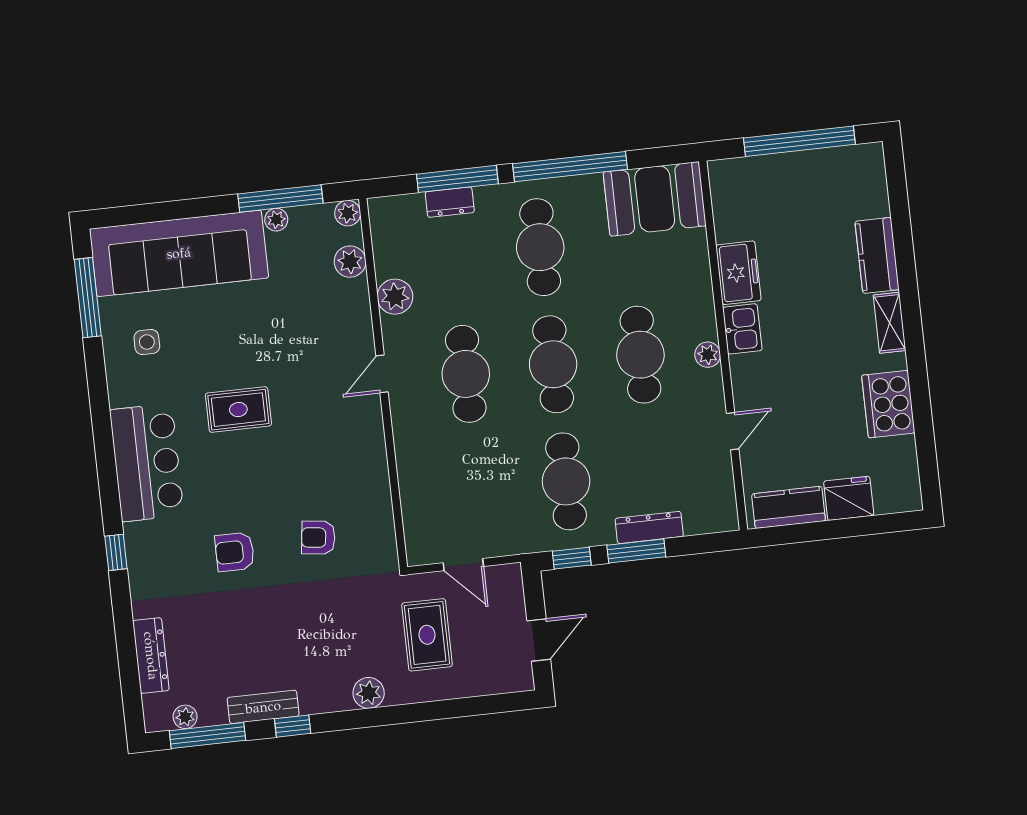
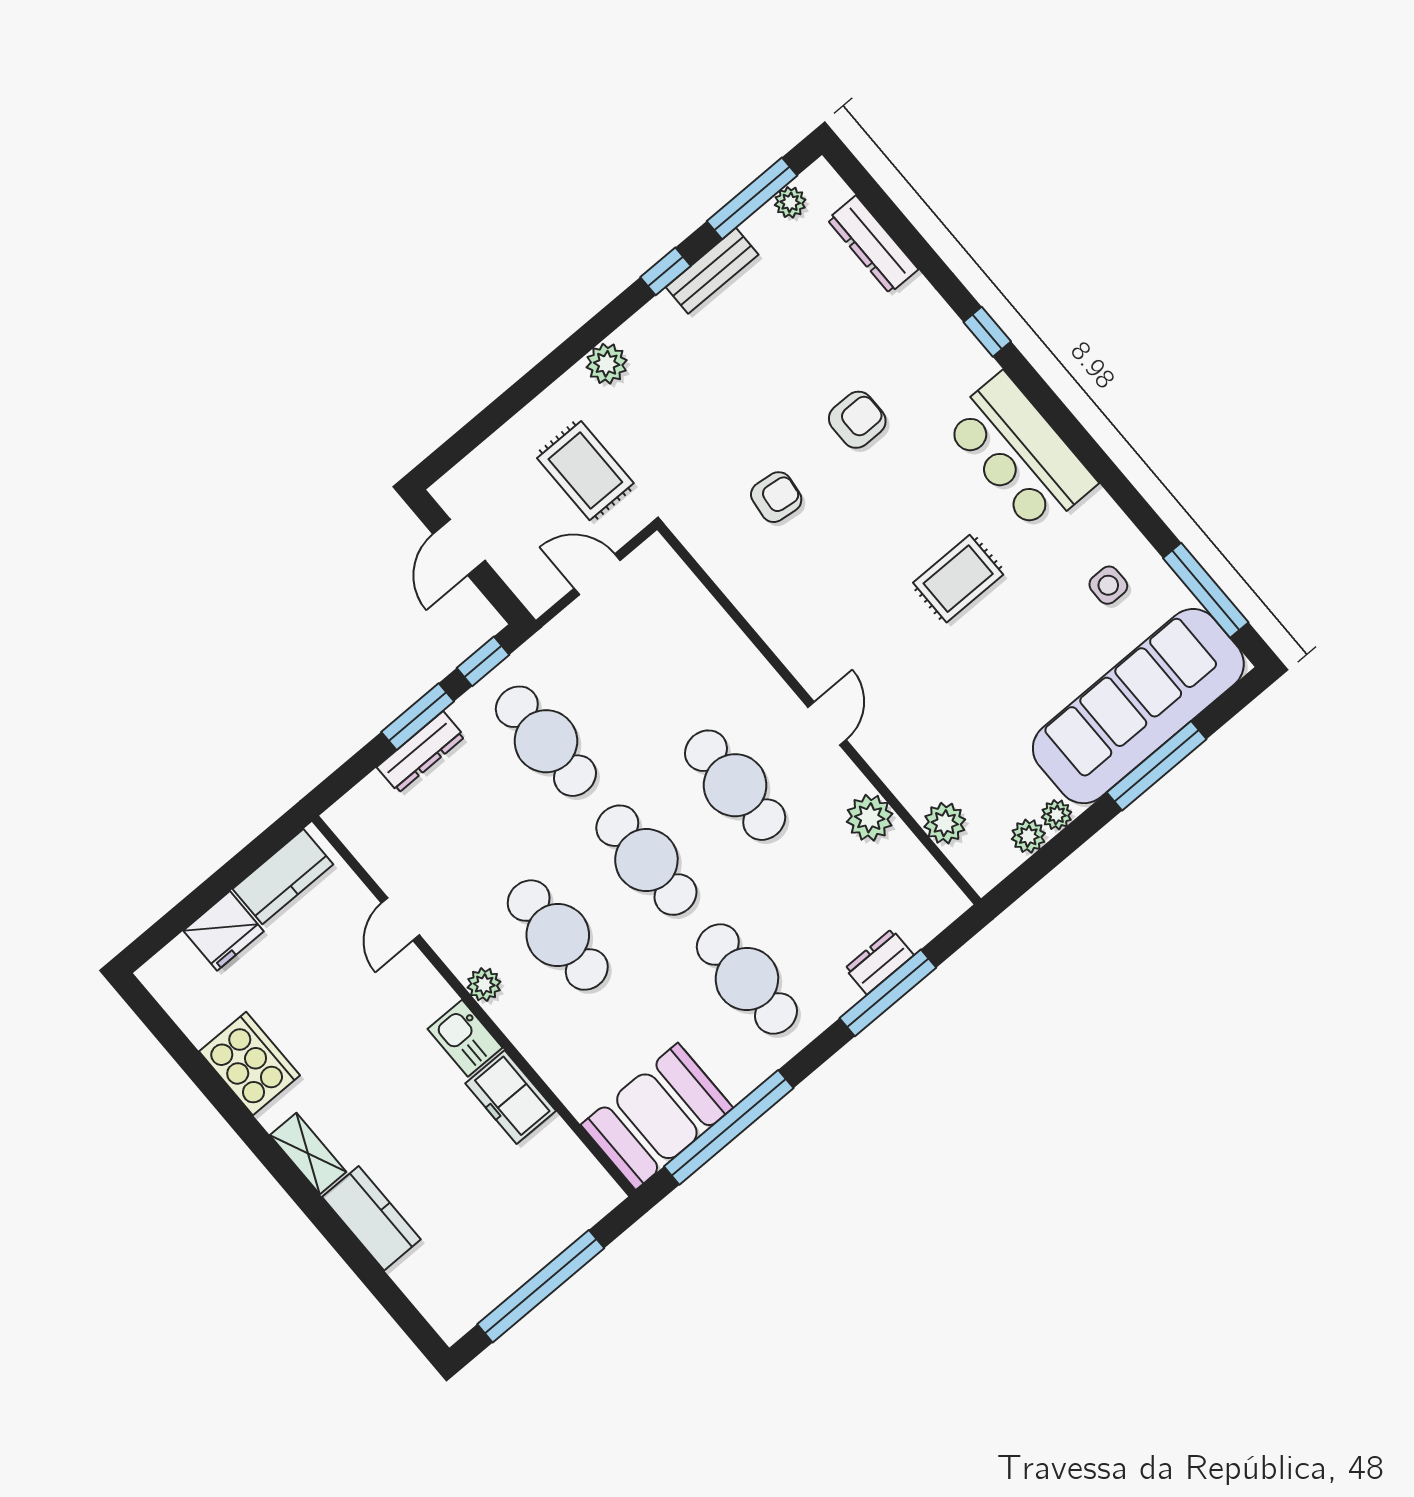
window: (570, 167) -> (729, 1127), moved
window: (280, 198) -> (1157, 766), moved
plant: (348, 213) -> (1028, 836), moved

